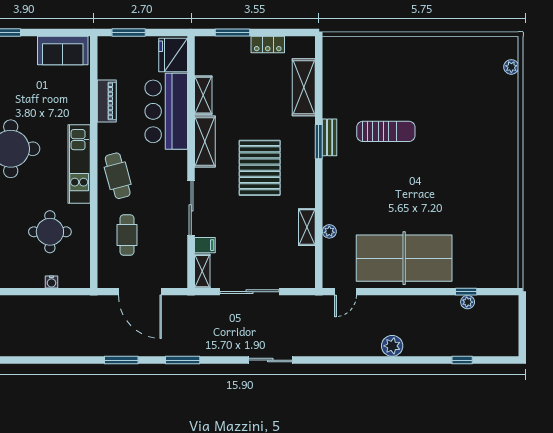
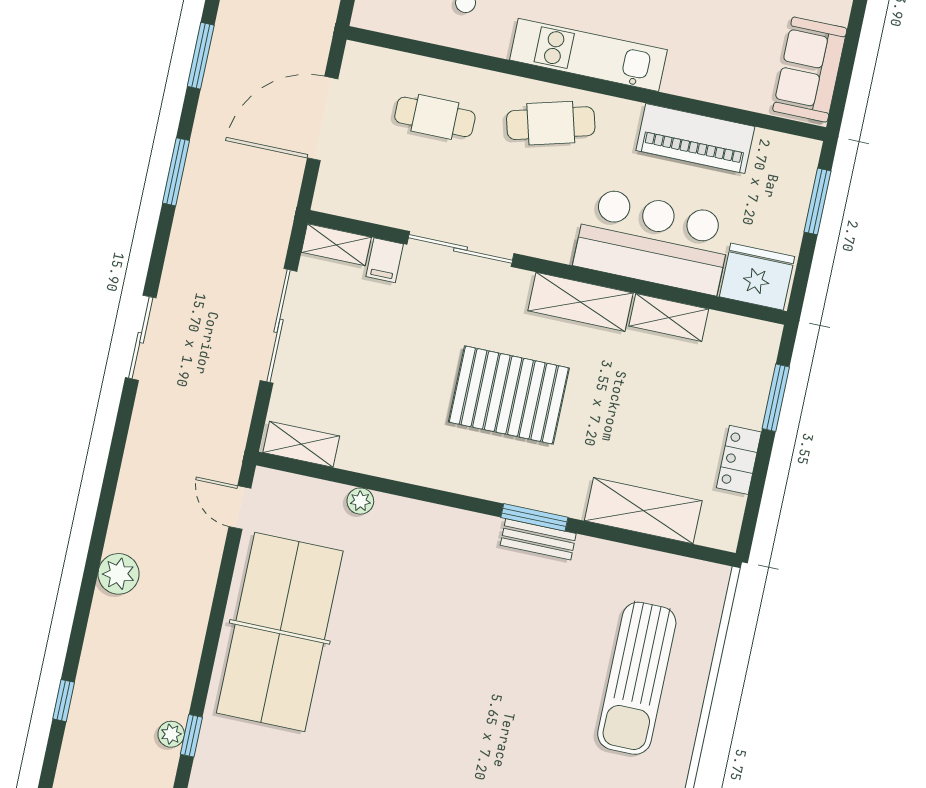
piano: (107, 101) -> (695, 138), width x1.37, depth x1.33
sun lounger: (386, 131) -> (637, 678), moved, width x1.36, depth x1.34
shelving: (307, 227) -> (301, 444), moved

